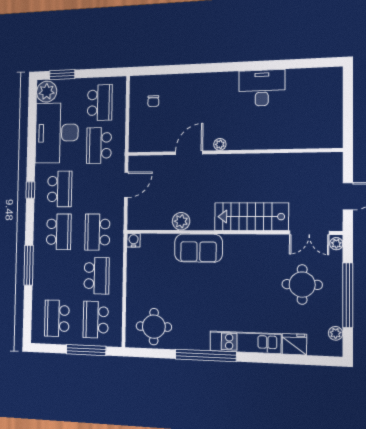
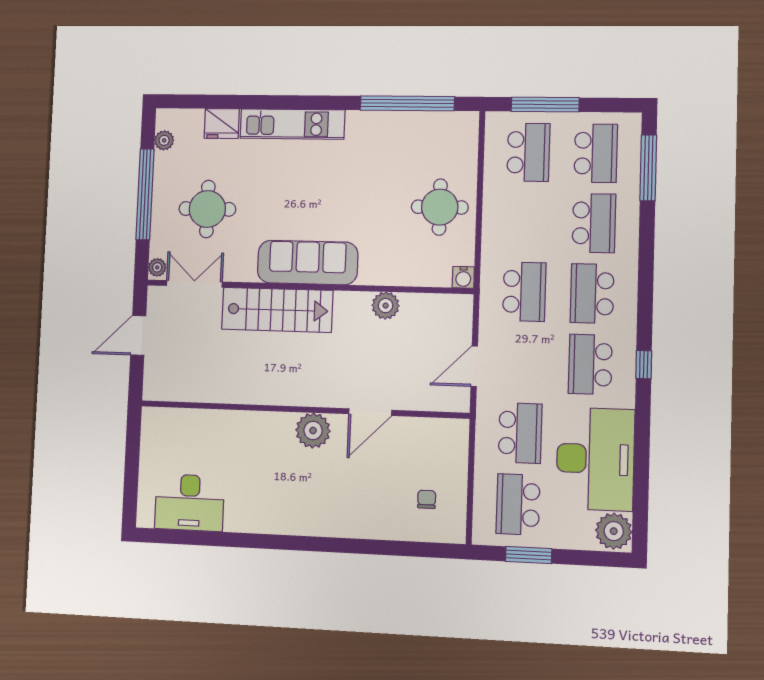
window: (62, 75) -> (529, 555), moved
desk: (262, 88) -> (189, 503), moved
plant: (220, 144) -> (313, 430), width x1.87, depth x1.87
sofa: (198, 248) -> (308, 263), moved, width x1.36
window: (29, 265) -> (648, 168), moved
school desk: (97, 276) -> (594, 223), moved, turned 180
round table: (154, 327) -> (440, 207), moved
window: (206, 355) -> (407, 103), moved

